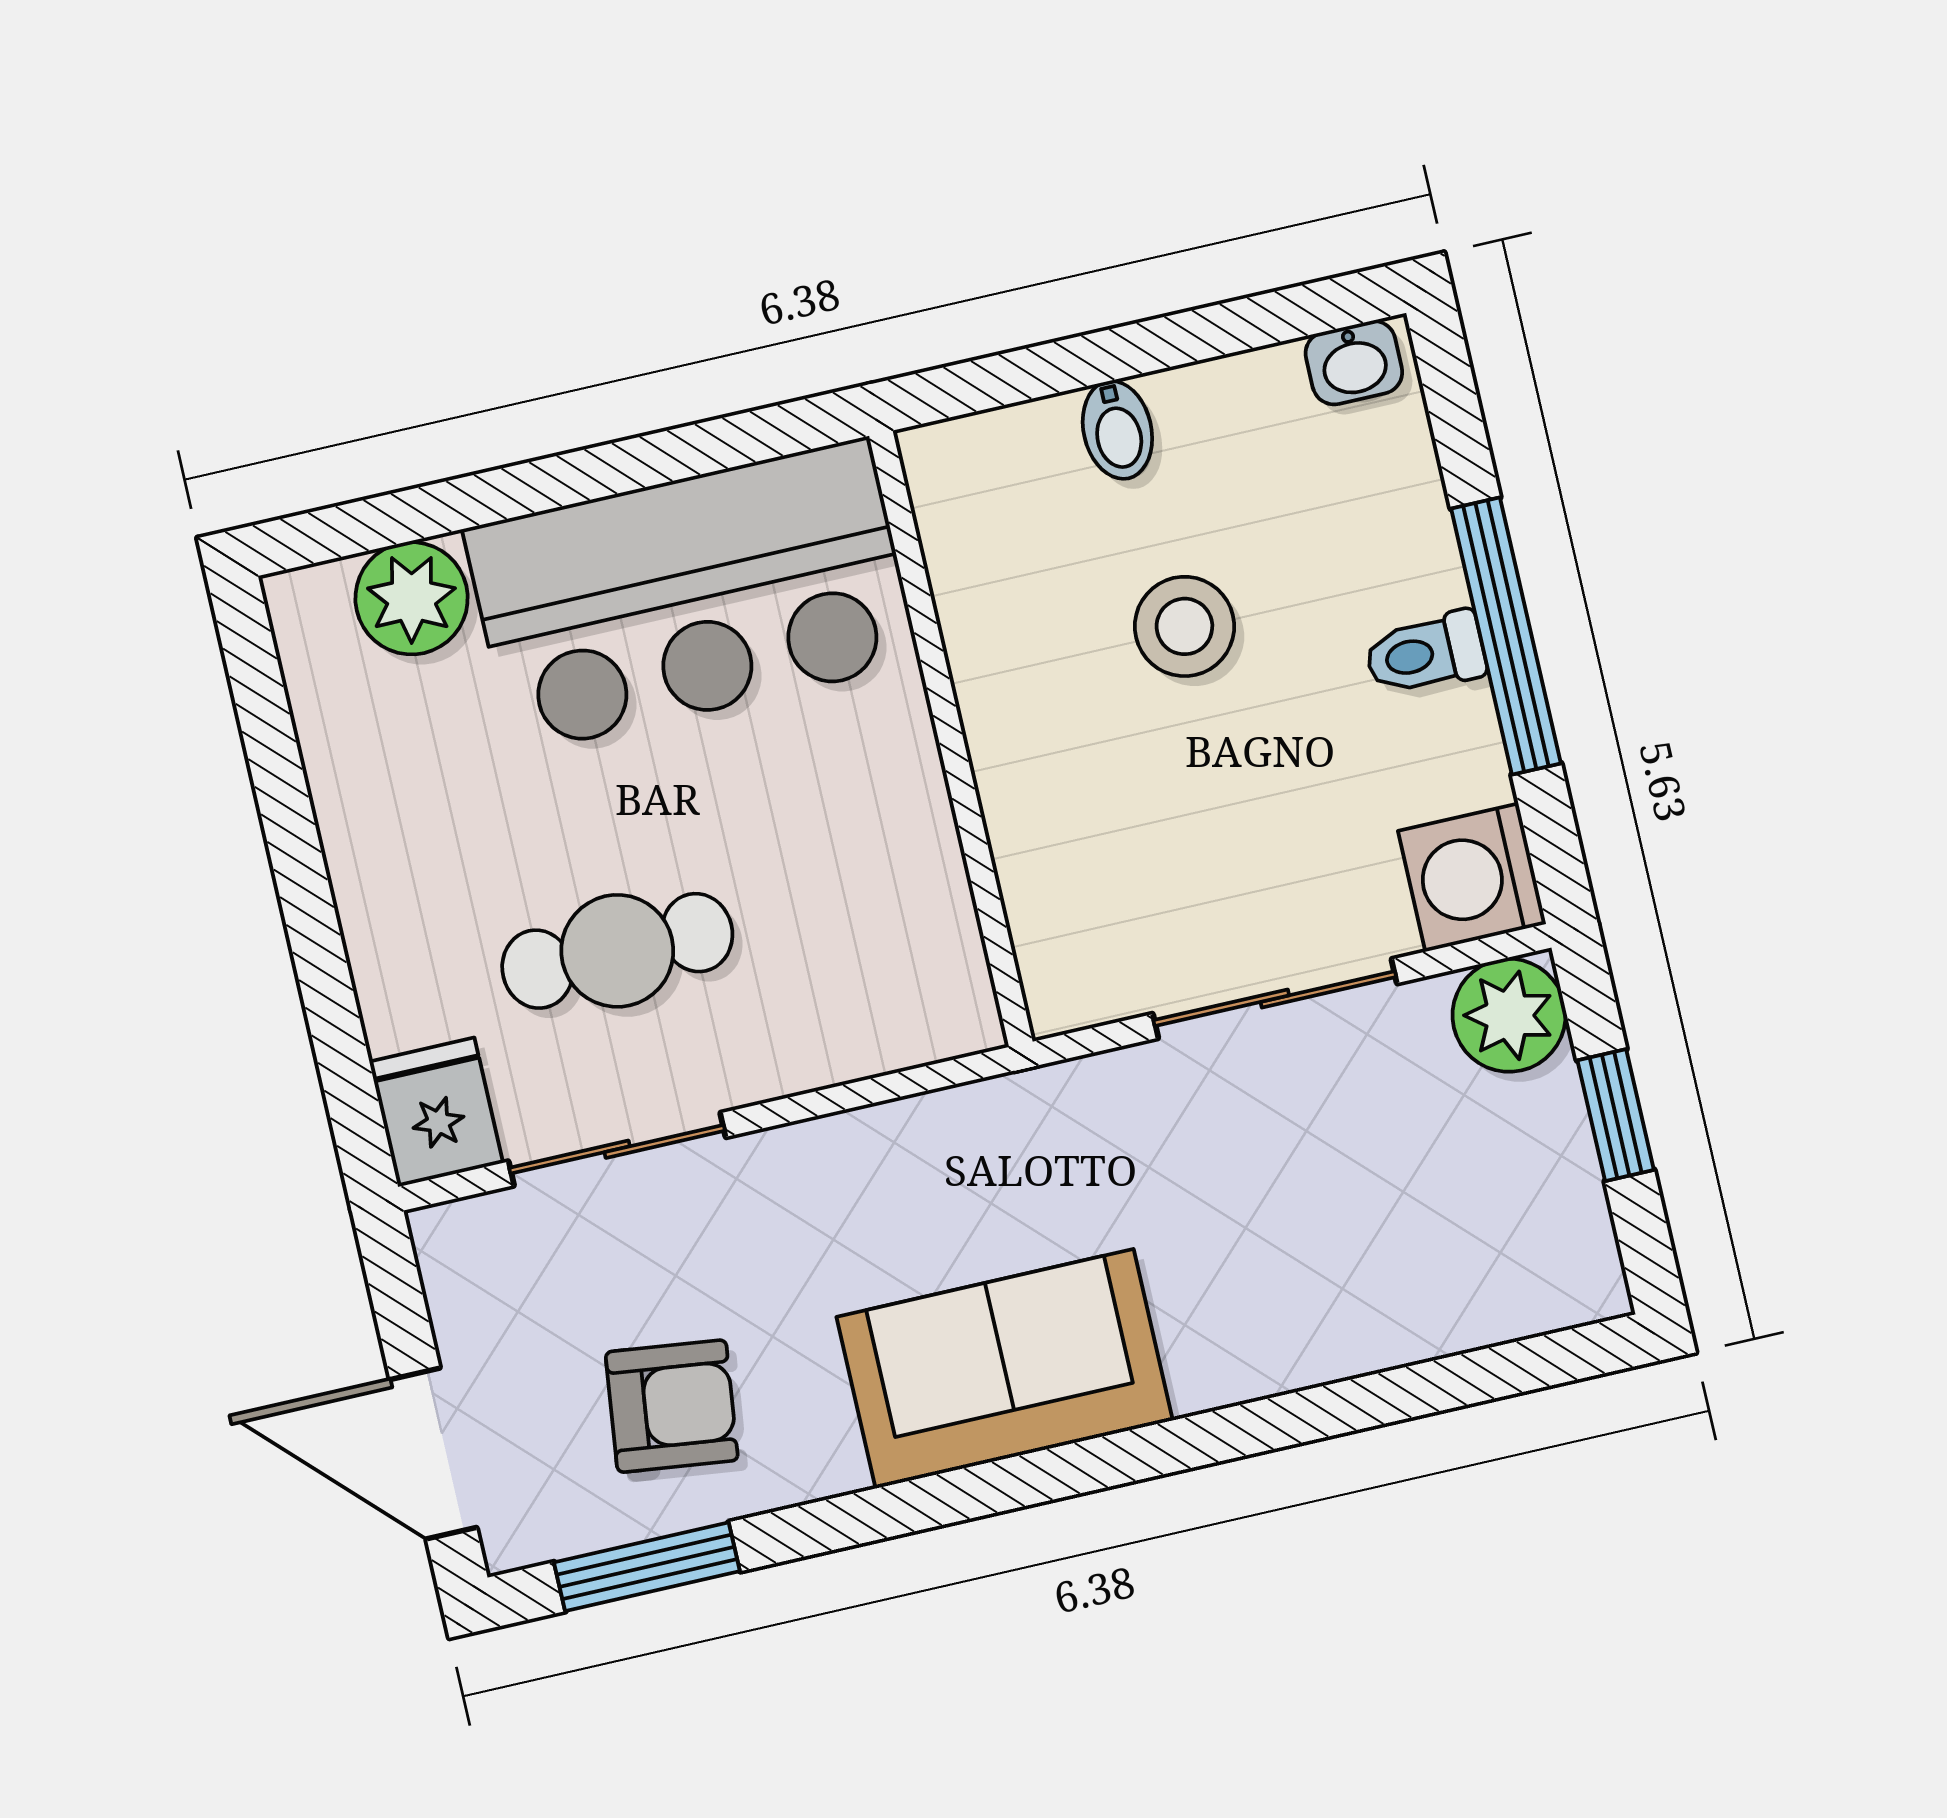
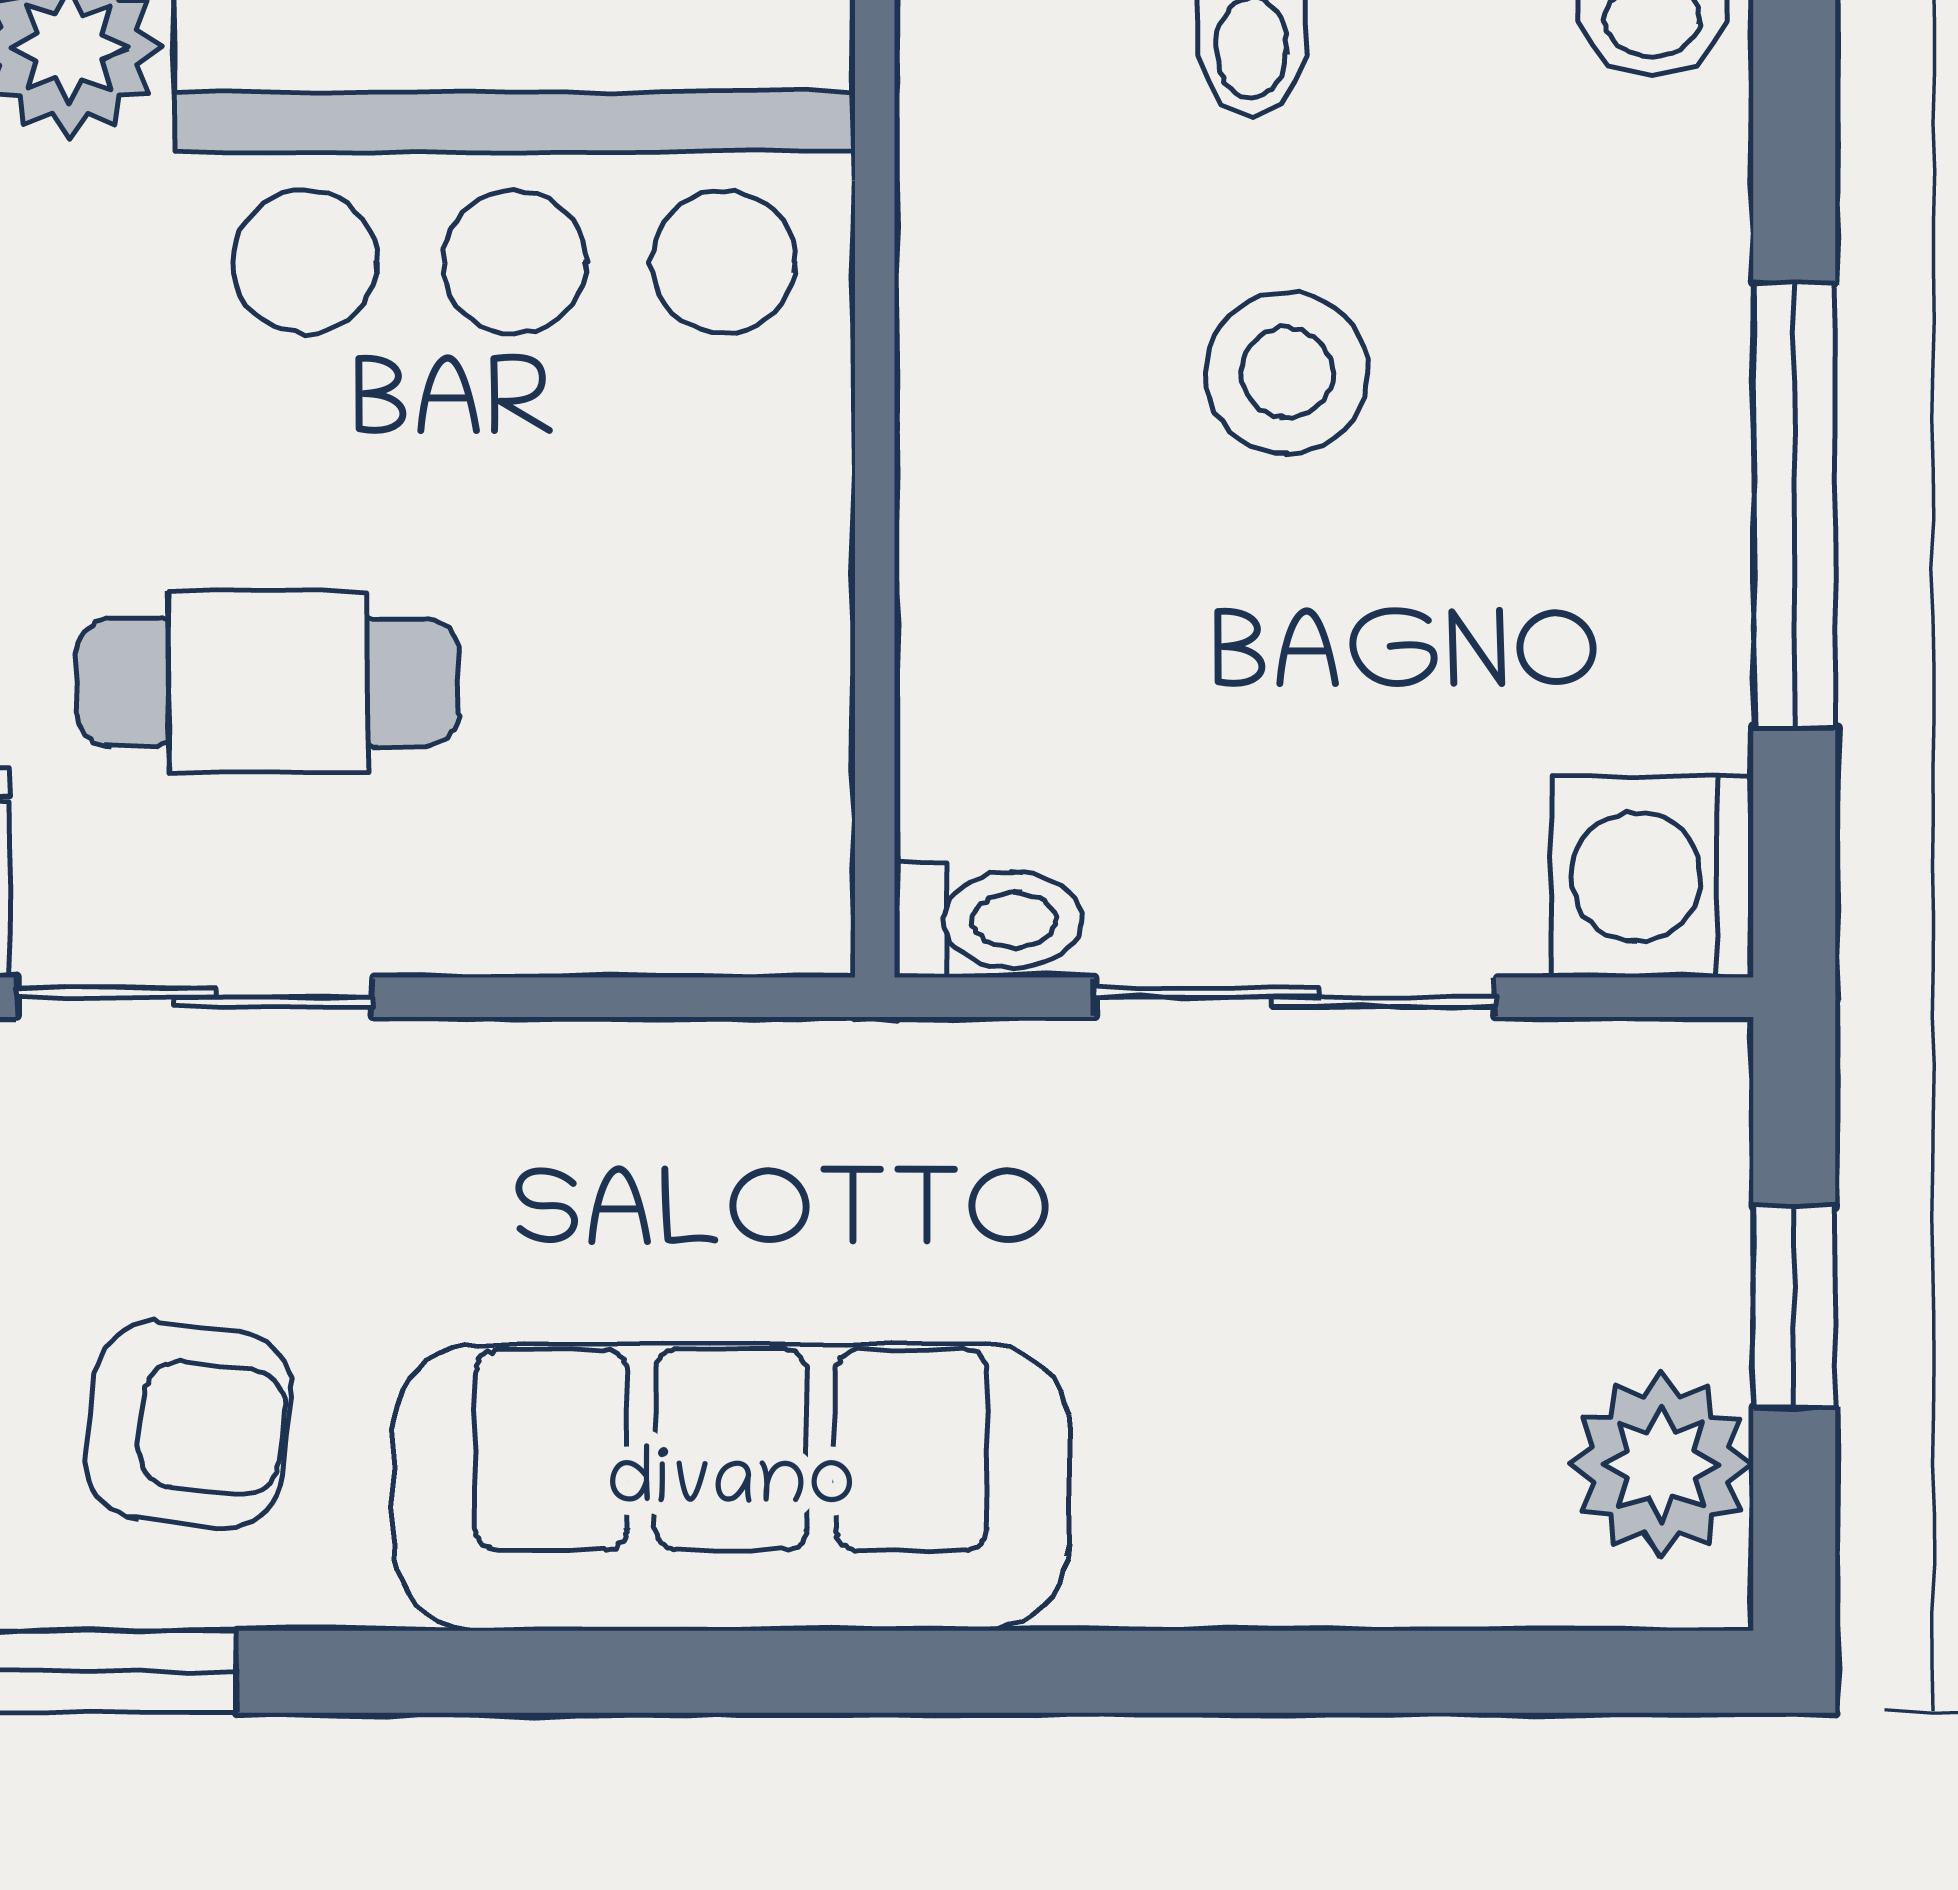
toilet: (1425, 654) -> (988, 920), moved, turned 180
plant: (1509, 1015) -> (1661, 1465), moved
sofa: (1005, 1369) -> (731, 1487), width x1.36

